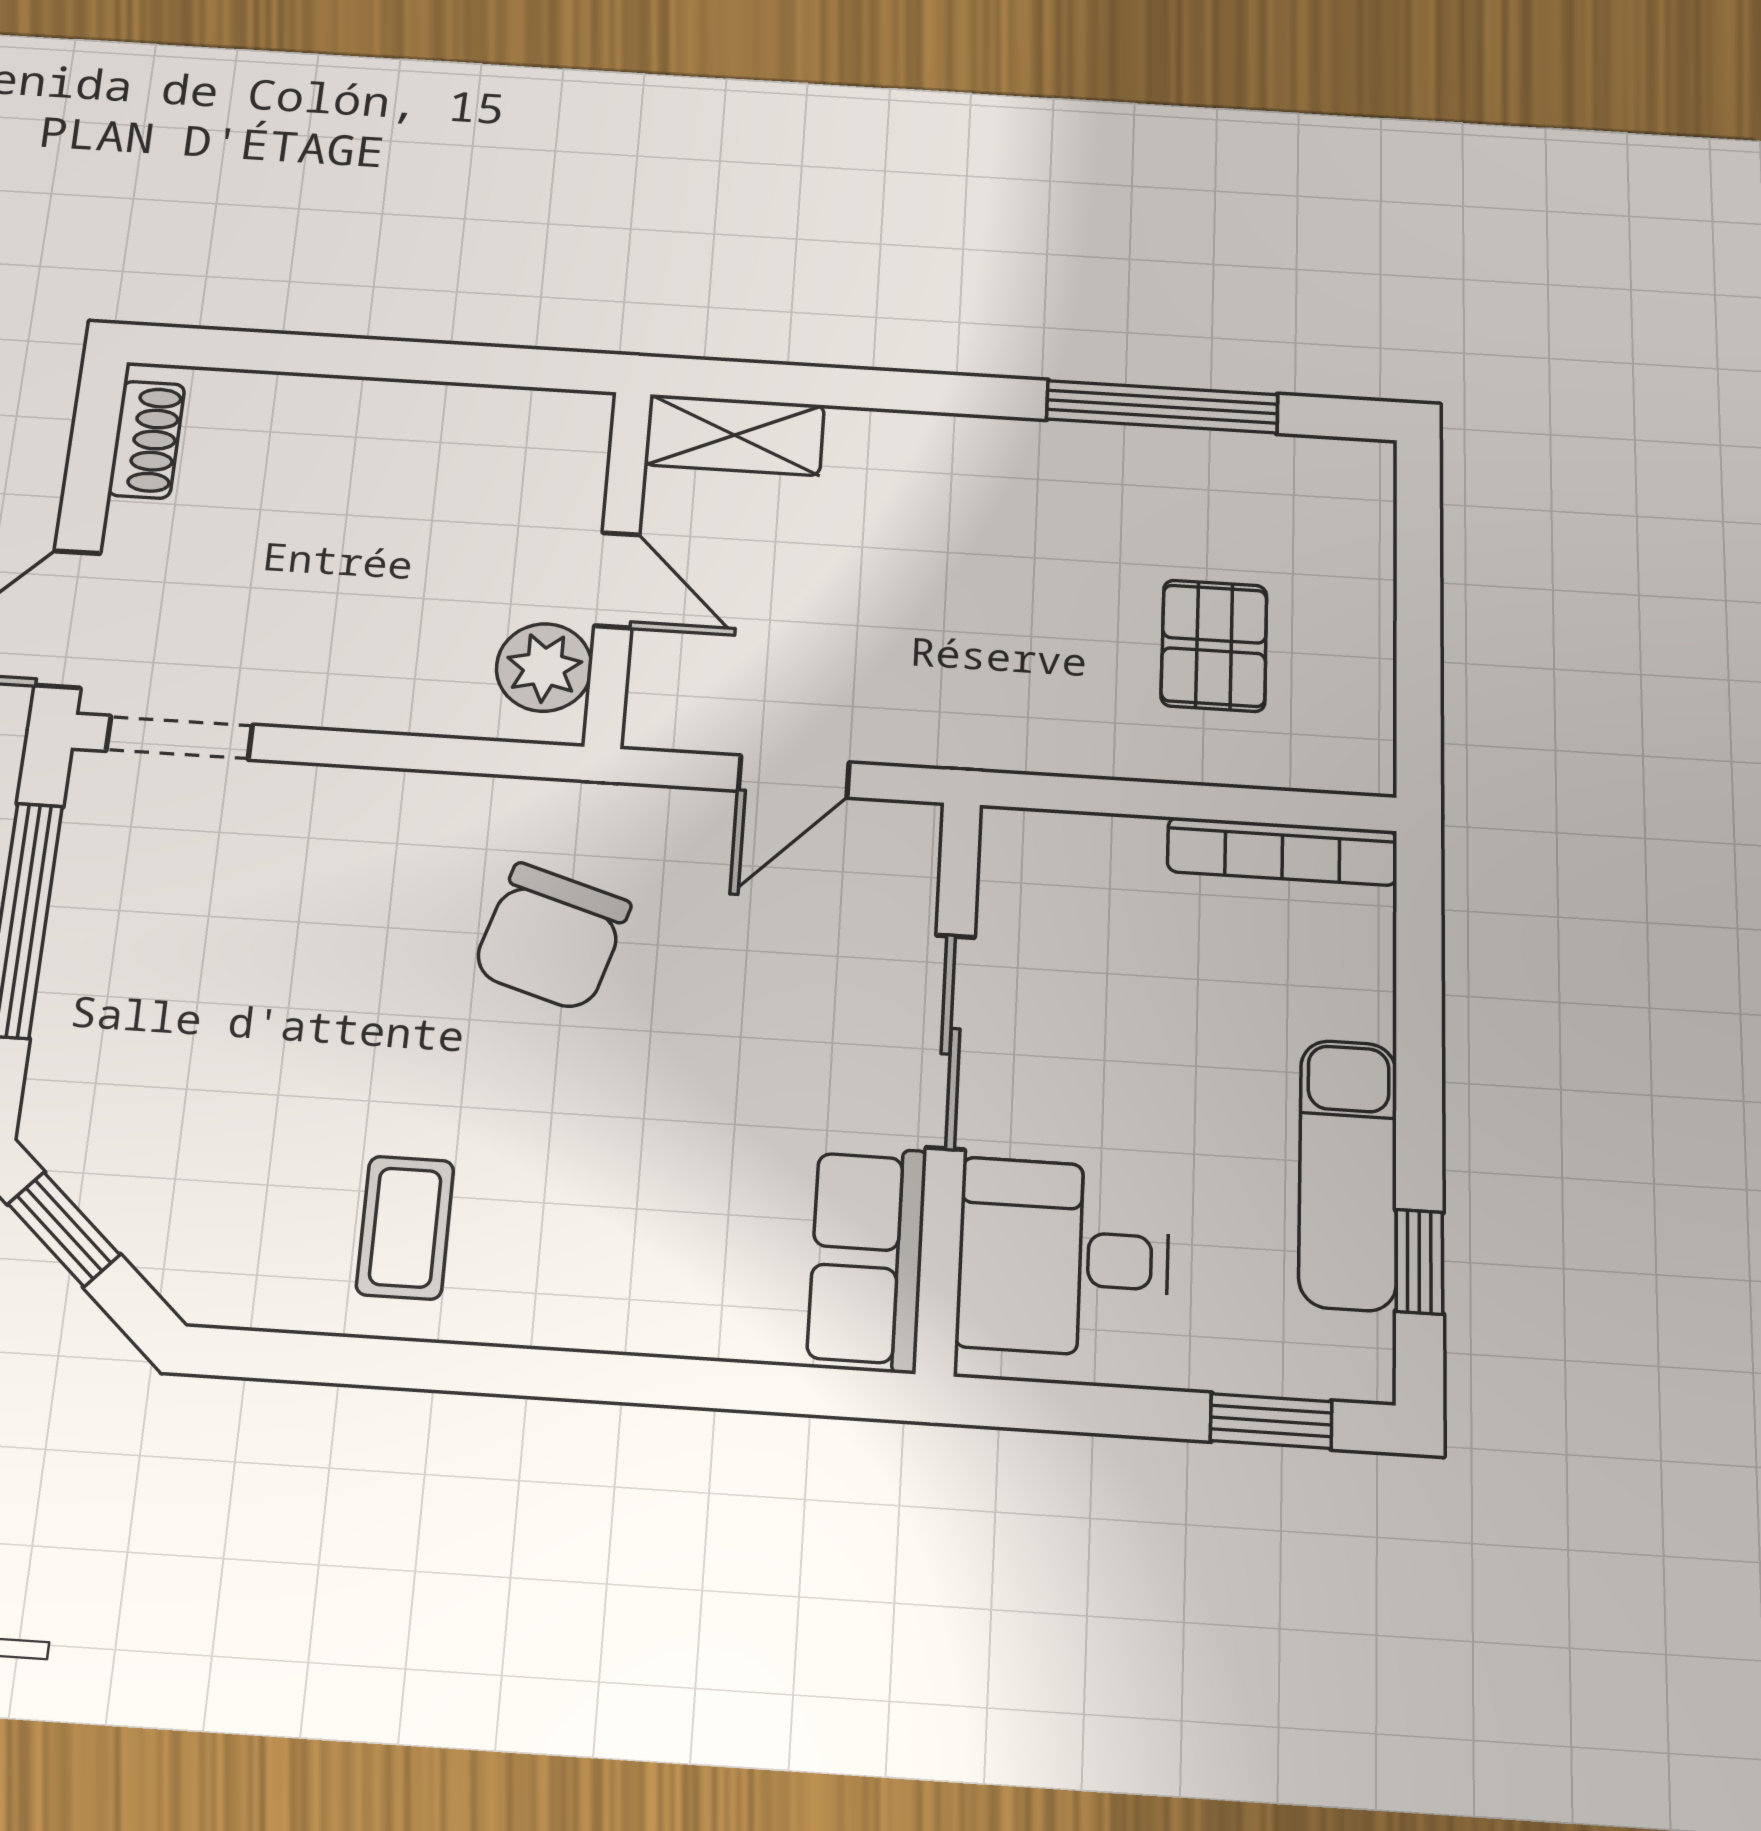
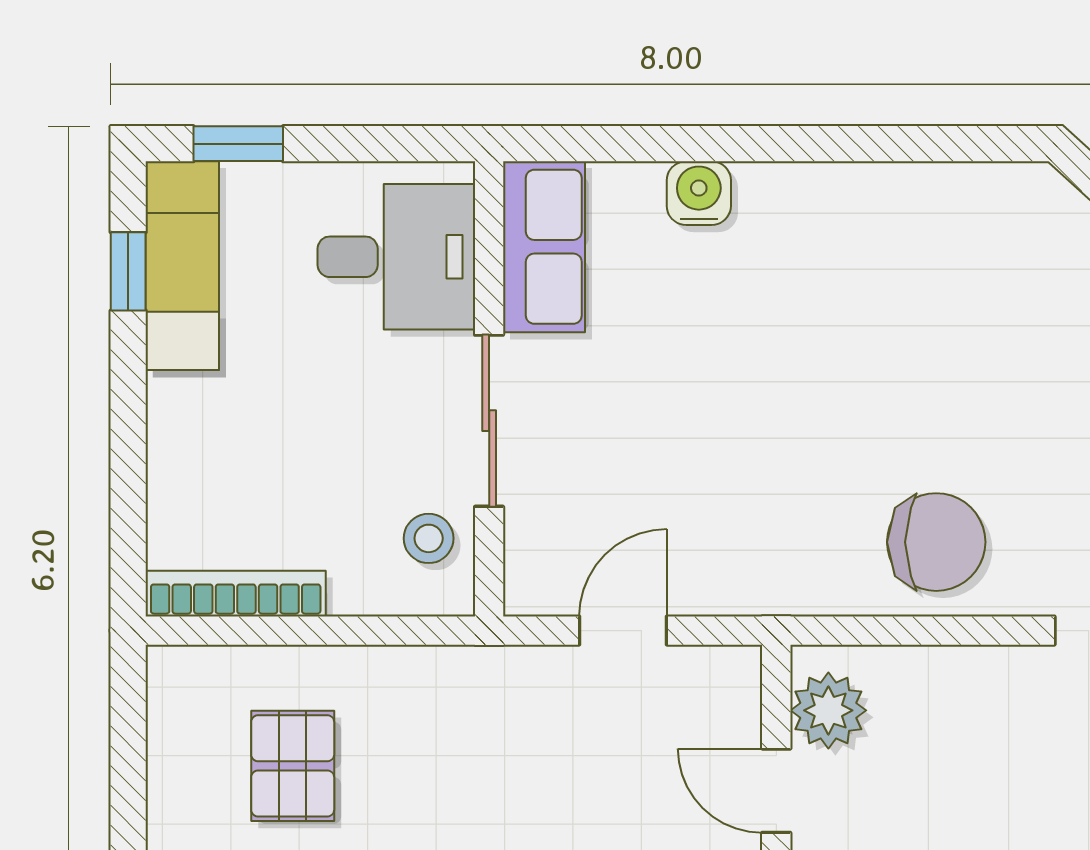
stool: (1035, 902) -> (429, 538), added
chair: (551, 937) -> (936, 542), moved, turned 73
exam couch: (1348, 1174) -> (182, 266), moved
coffee table: (405, 1228) -> (893, 247), removed
water cooler: (657, 1315) -> (699, 193), added

